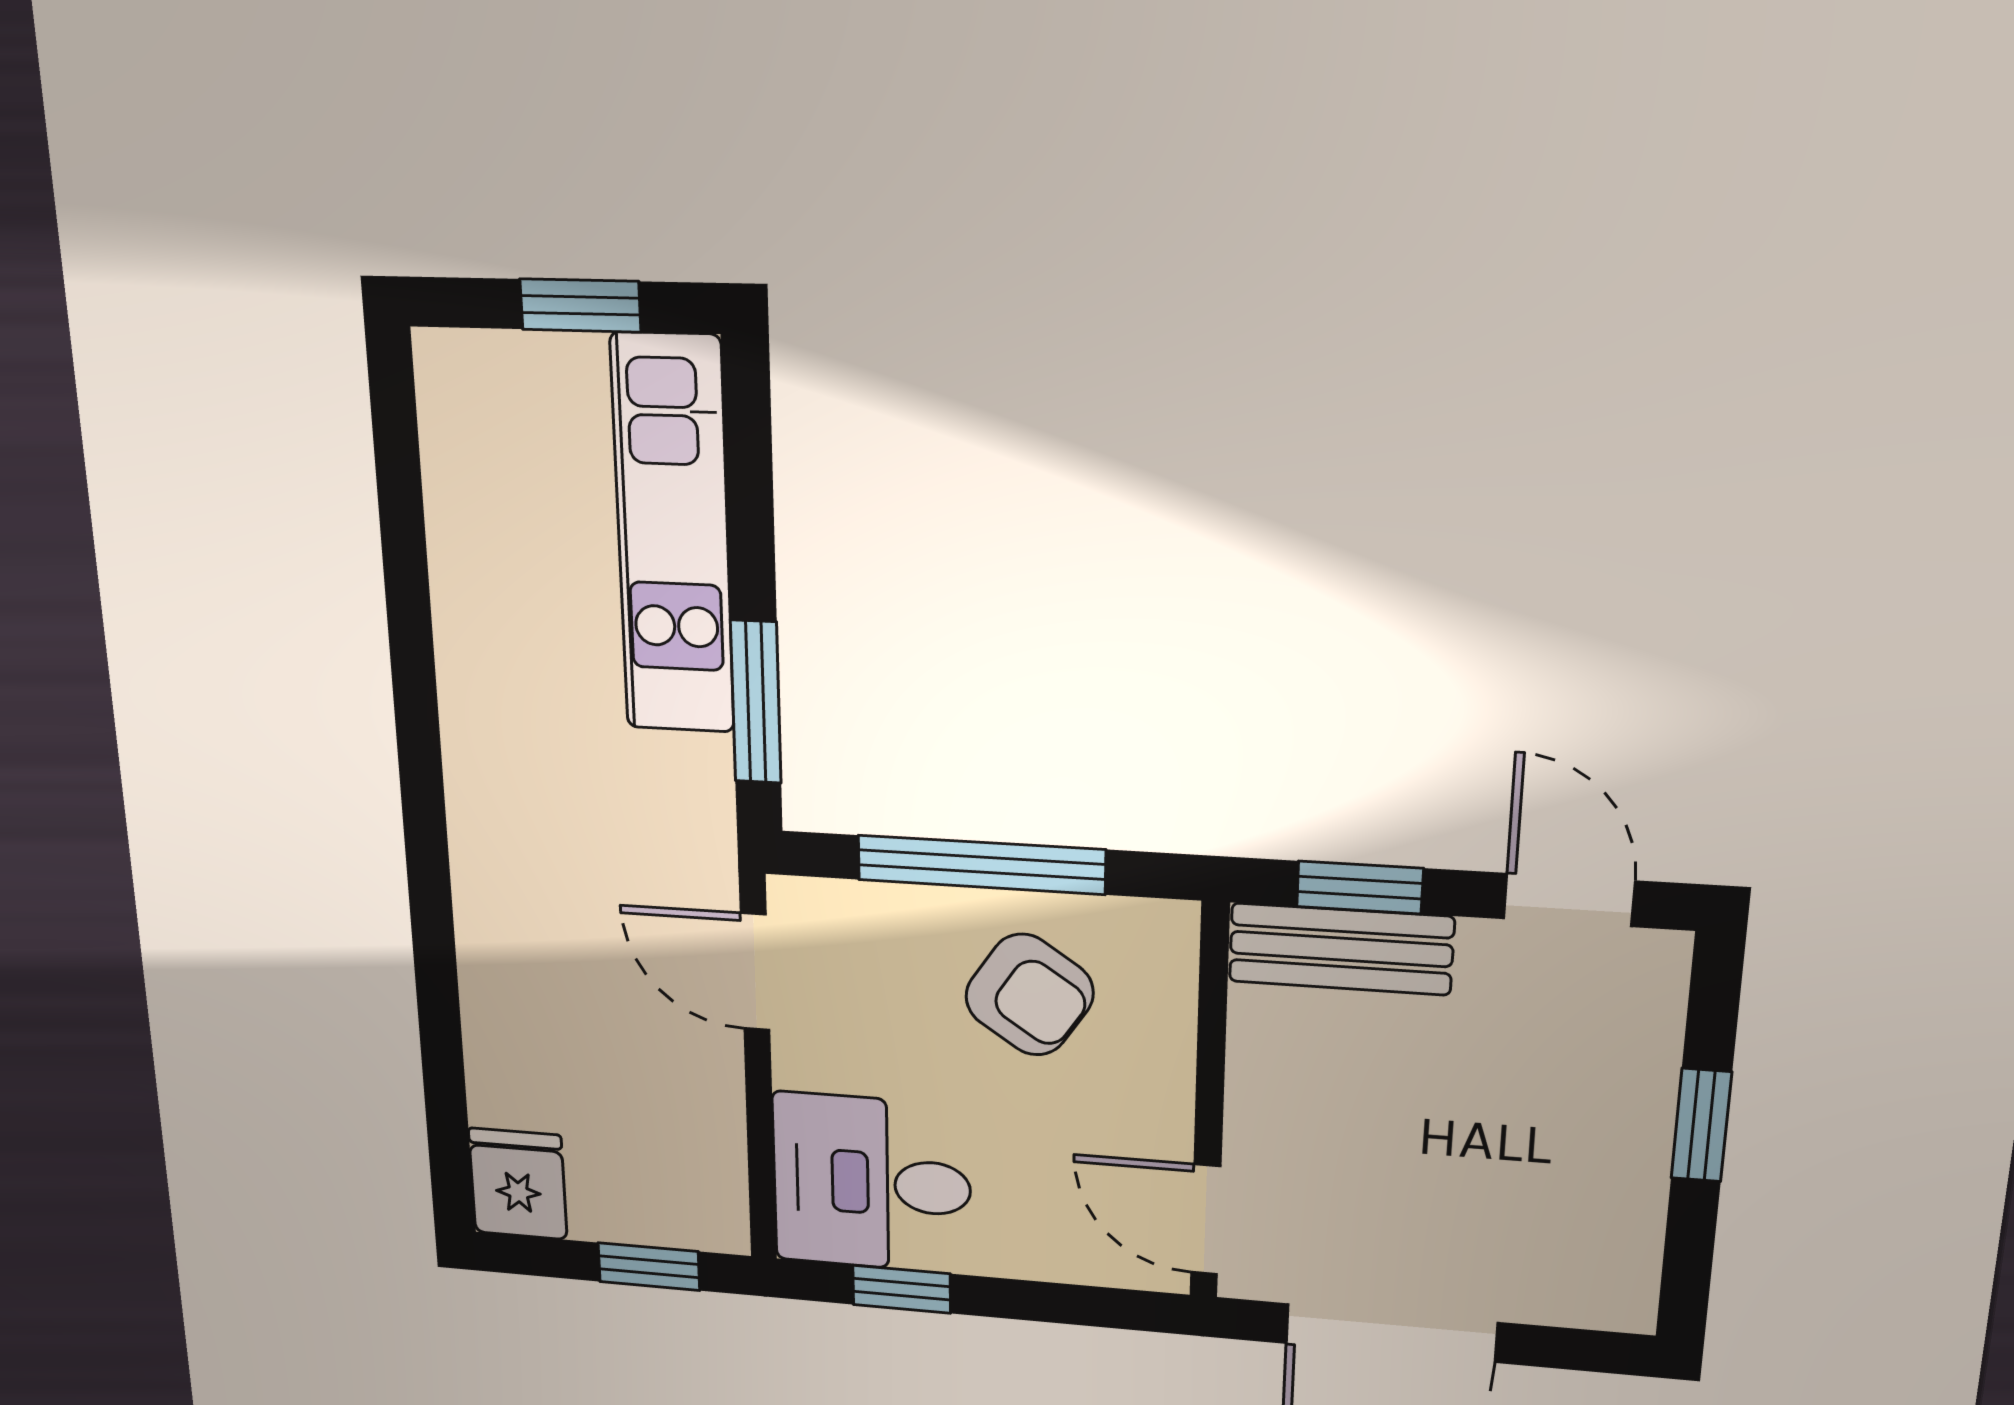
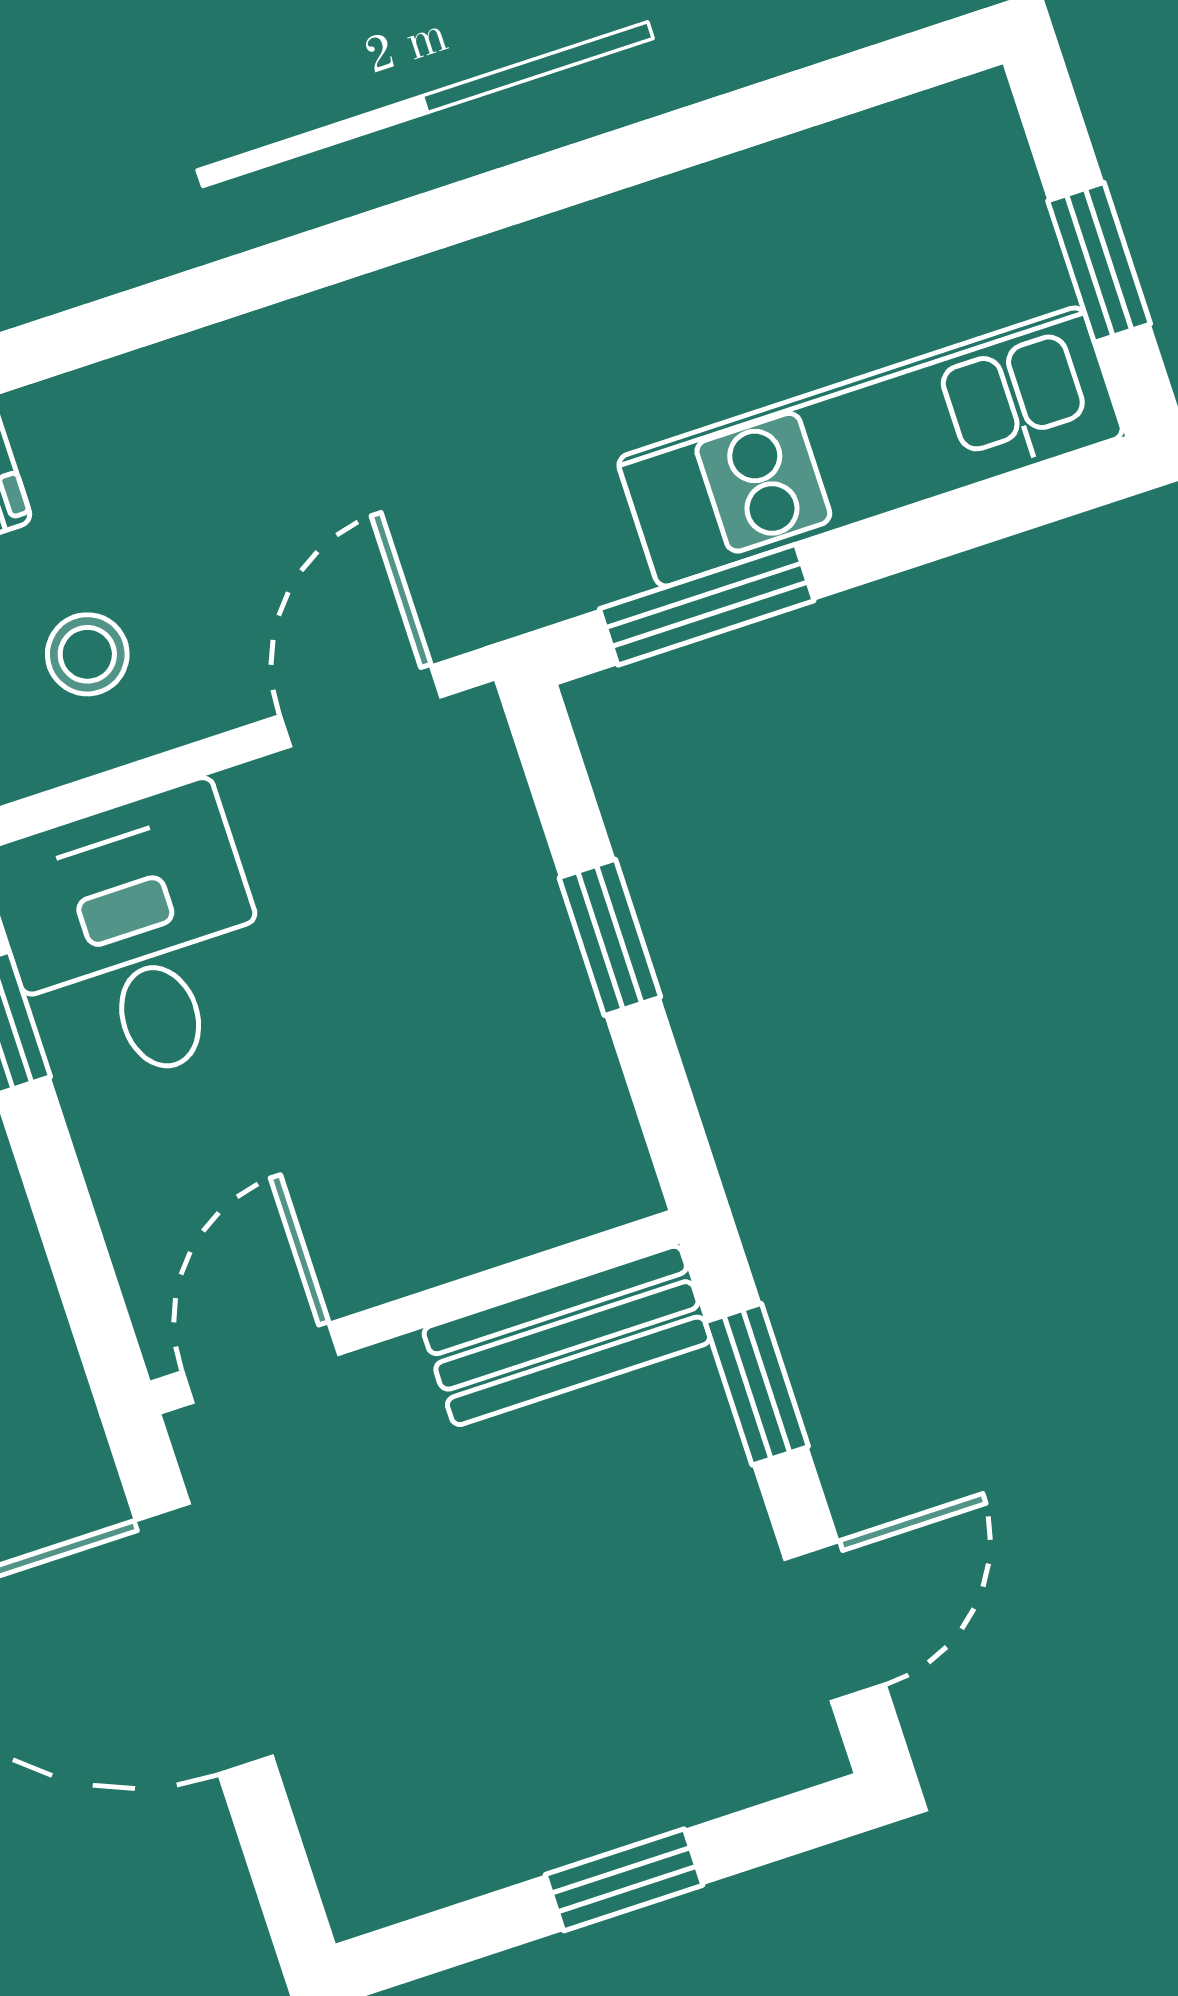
window: (981, 865) -> (610, 937), width x0.46
bench: (1341, 949) -> (567, 1335), moved, turned 90
armchair: (1029, 995) -> (468, 1050), removed
stool: (663, 1136) -> (87, 654), added

